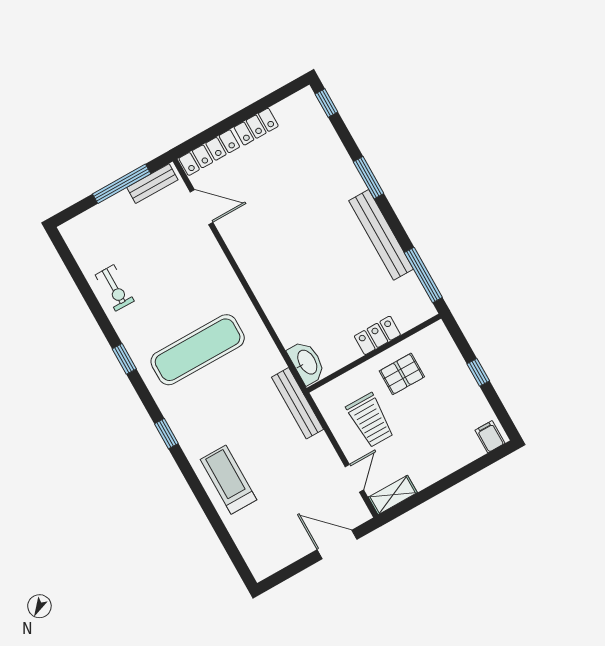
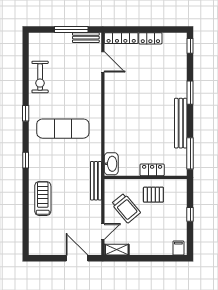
exercise bike: (115, 288) -> (40, 77), width x1.38, depth x1.39
trolley: (370, 420) -> (126, 208), turned -40

